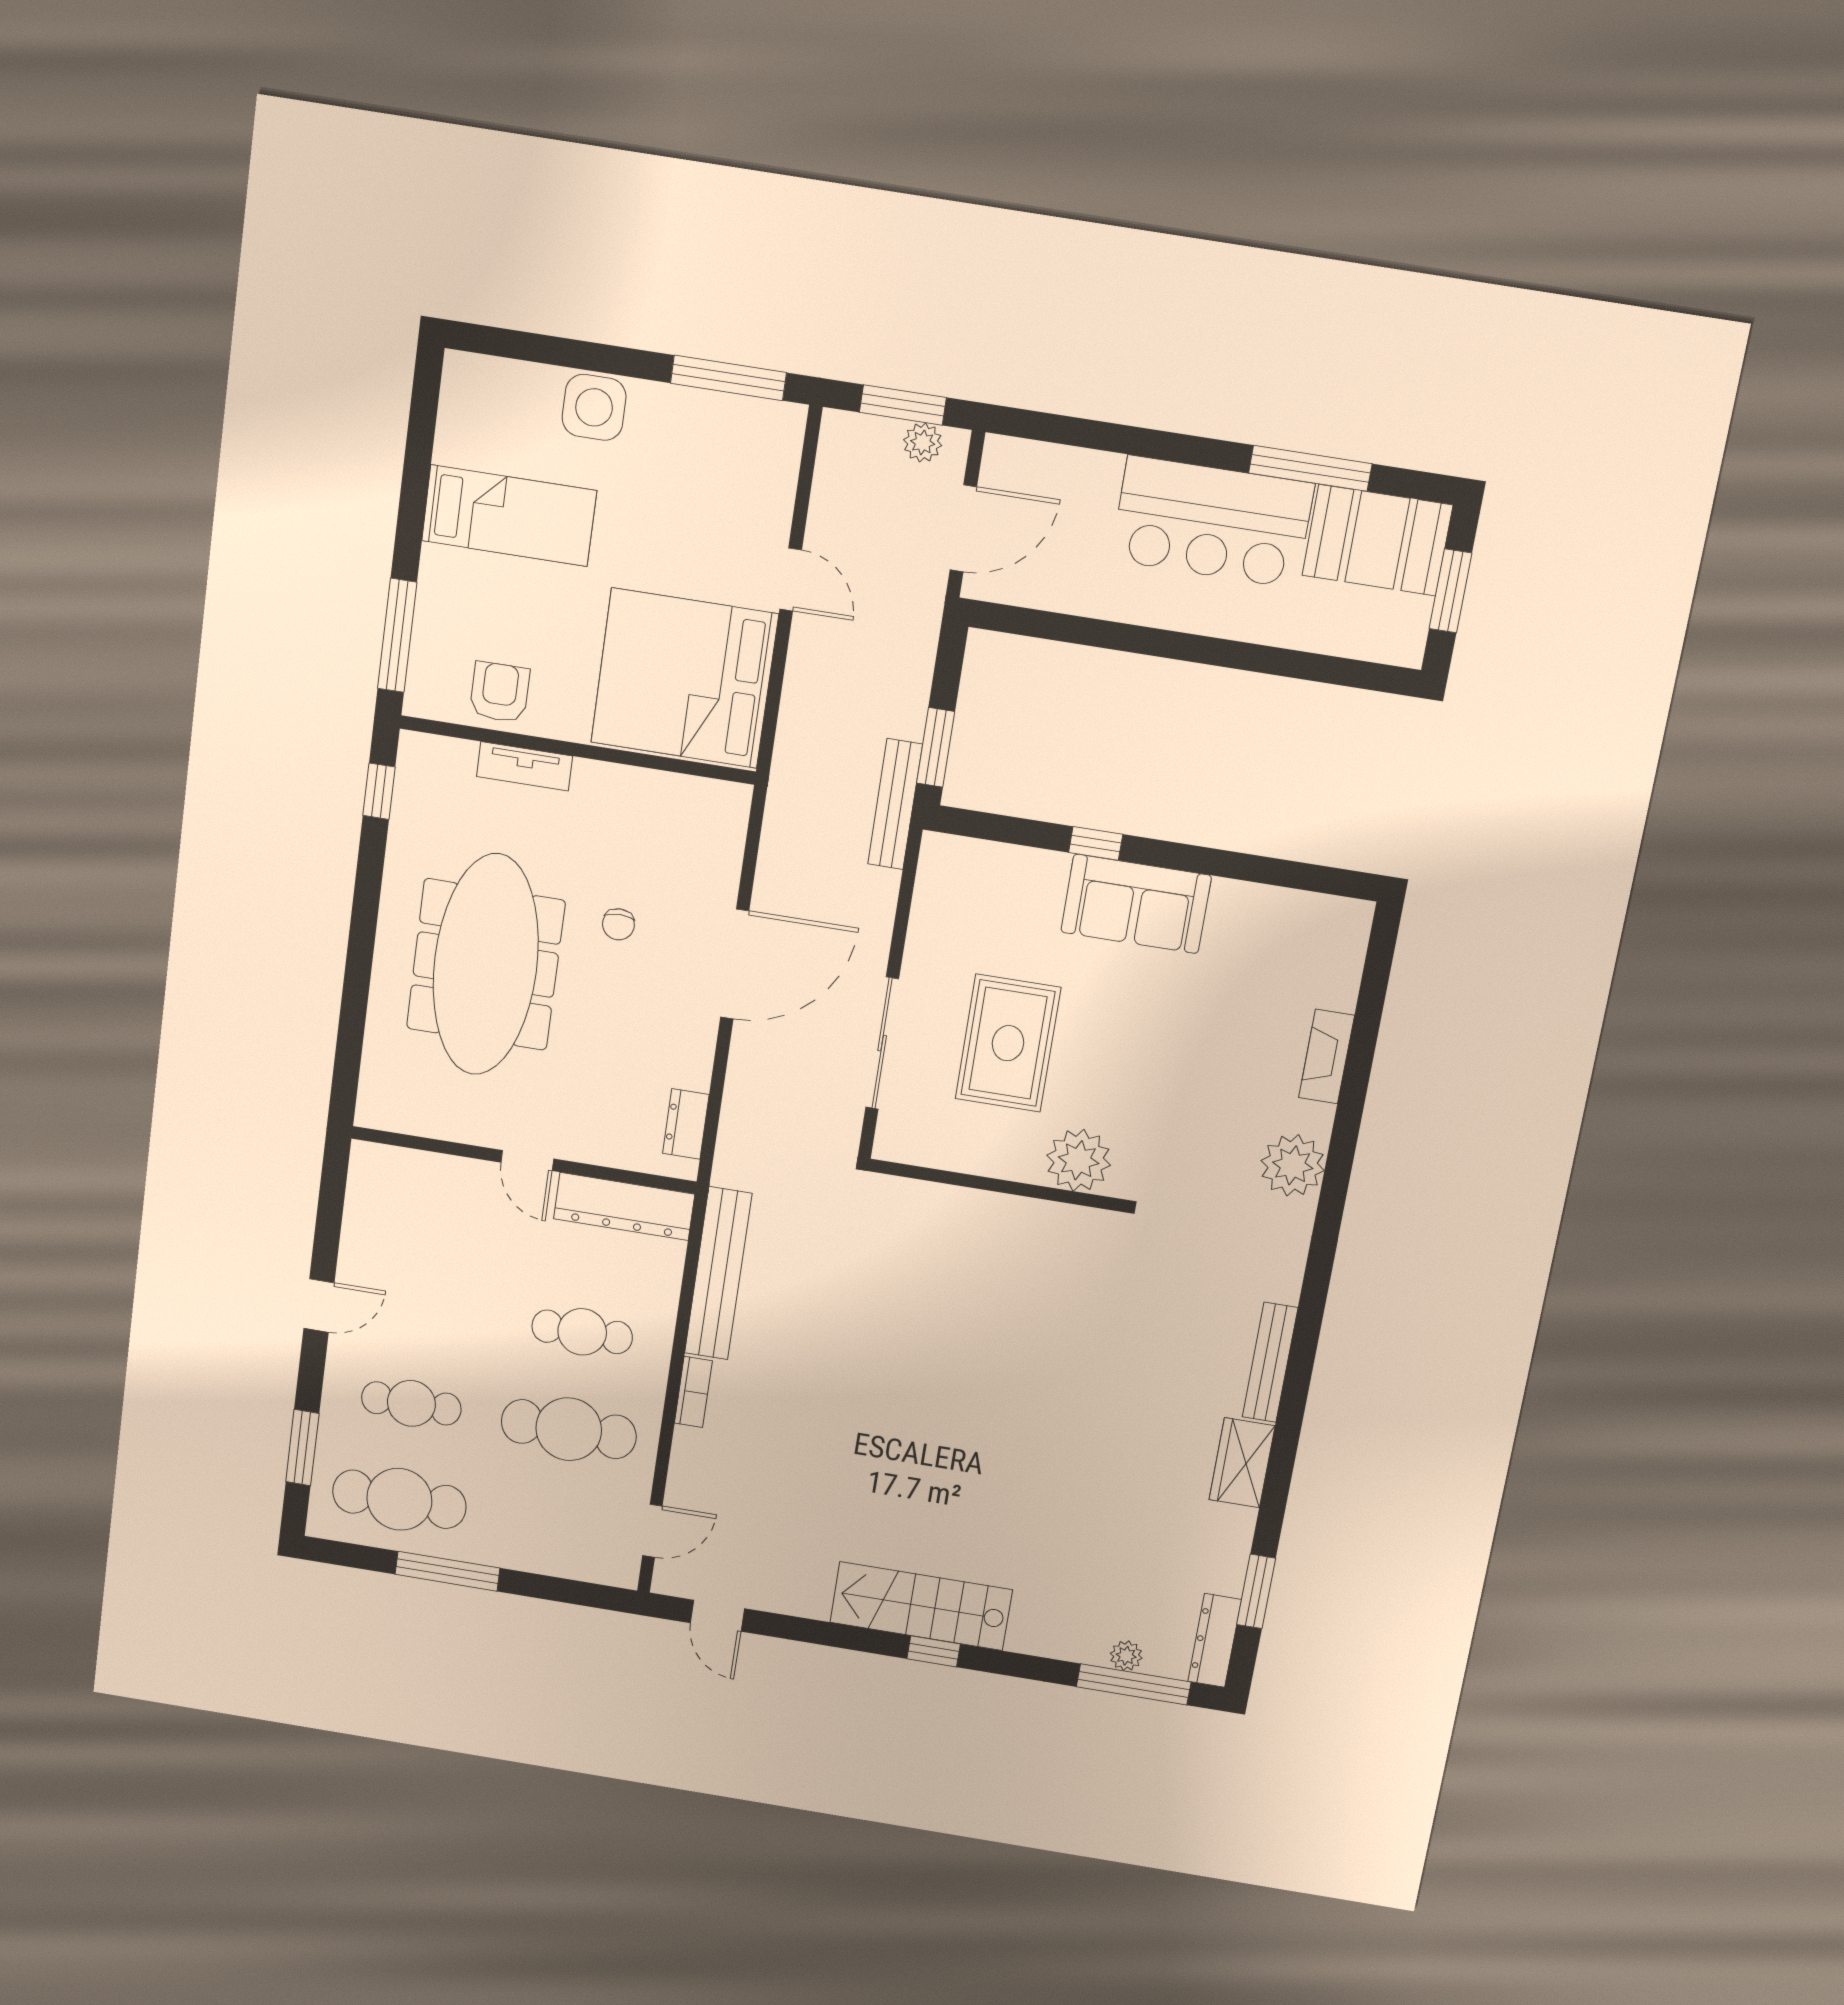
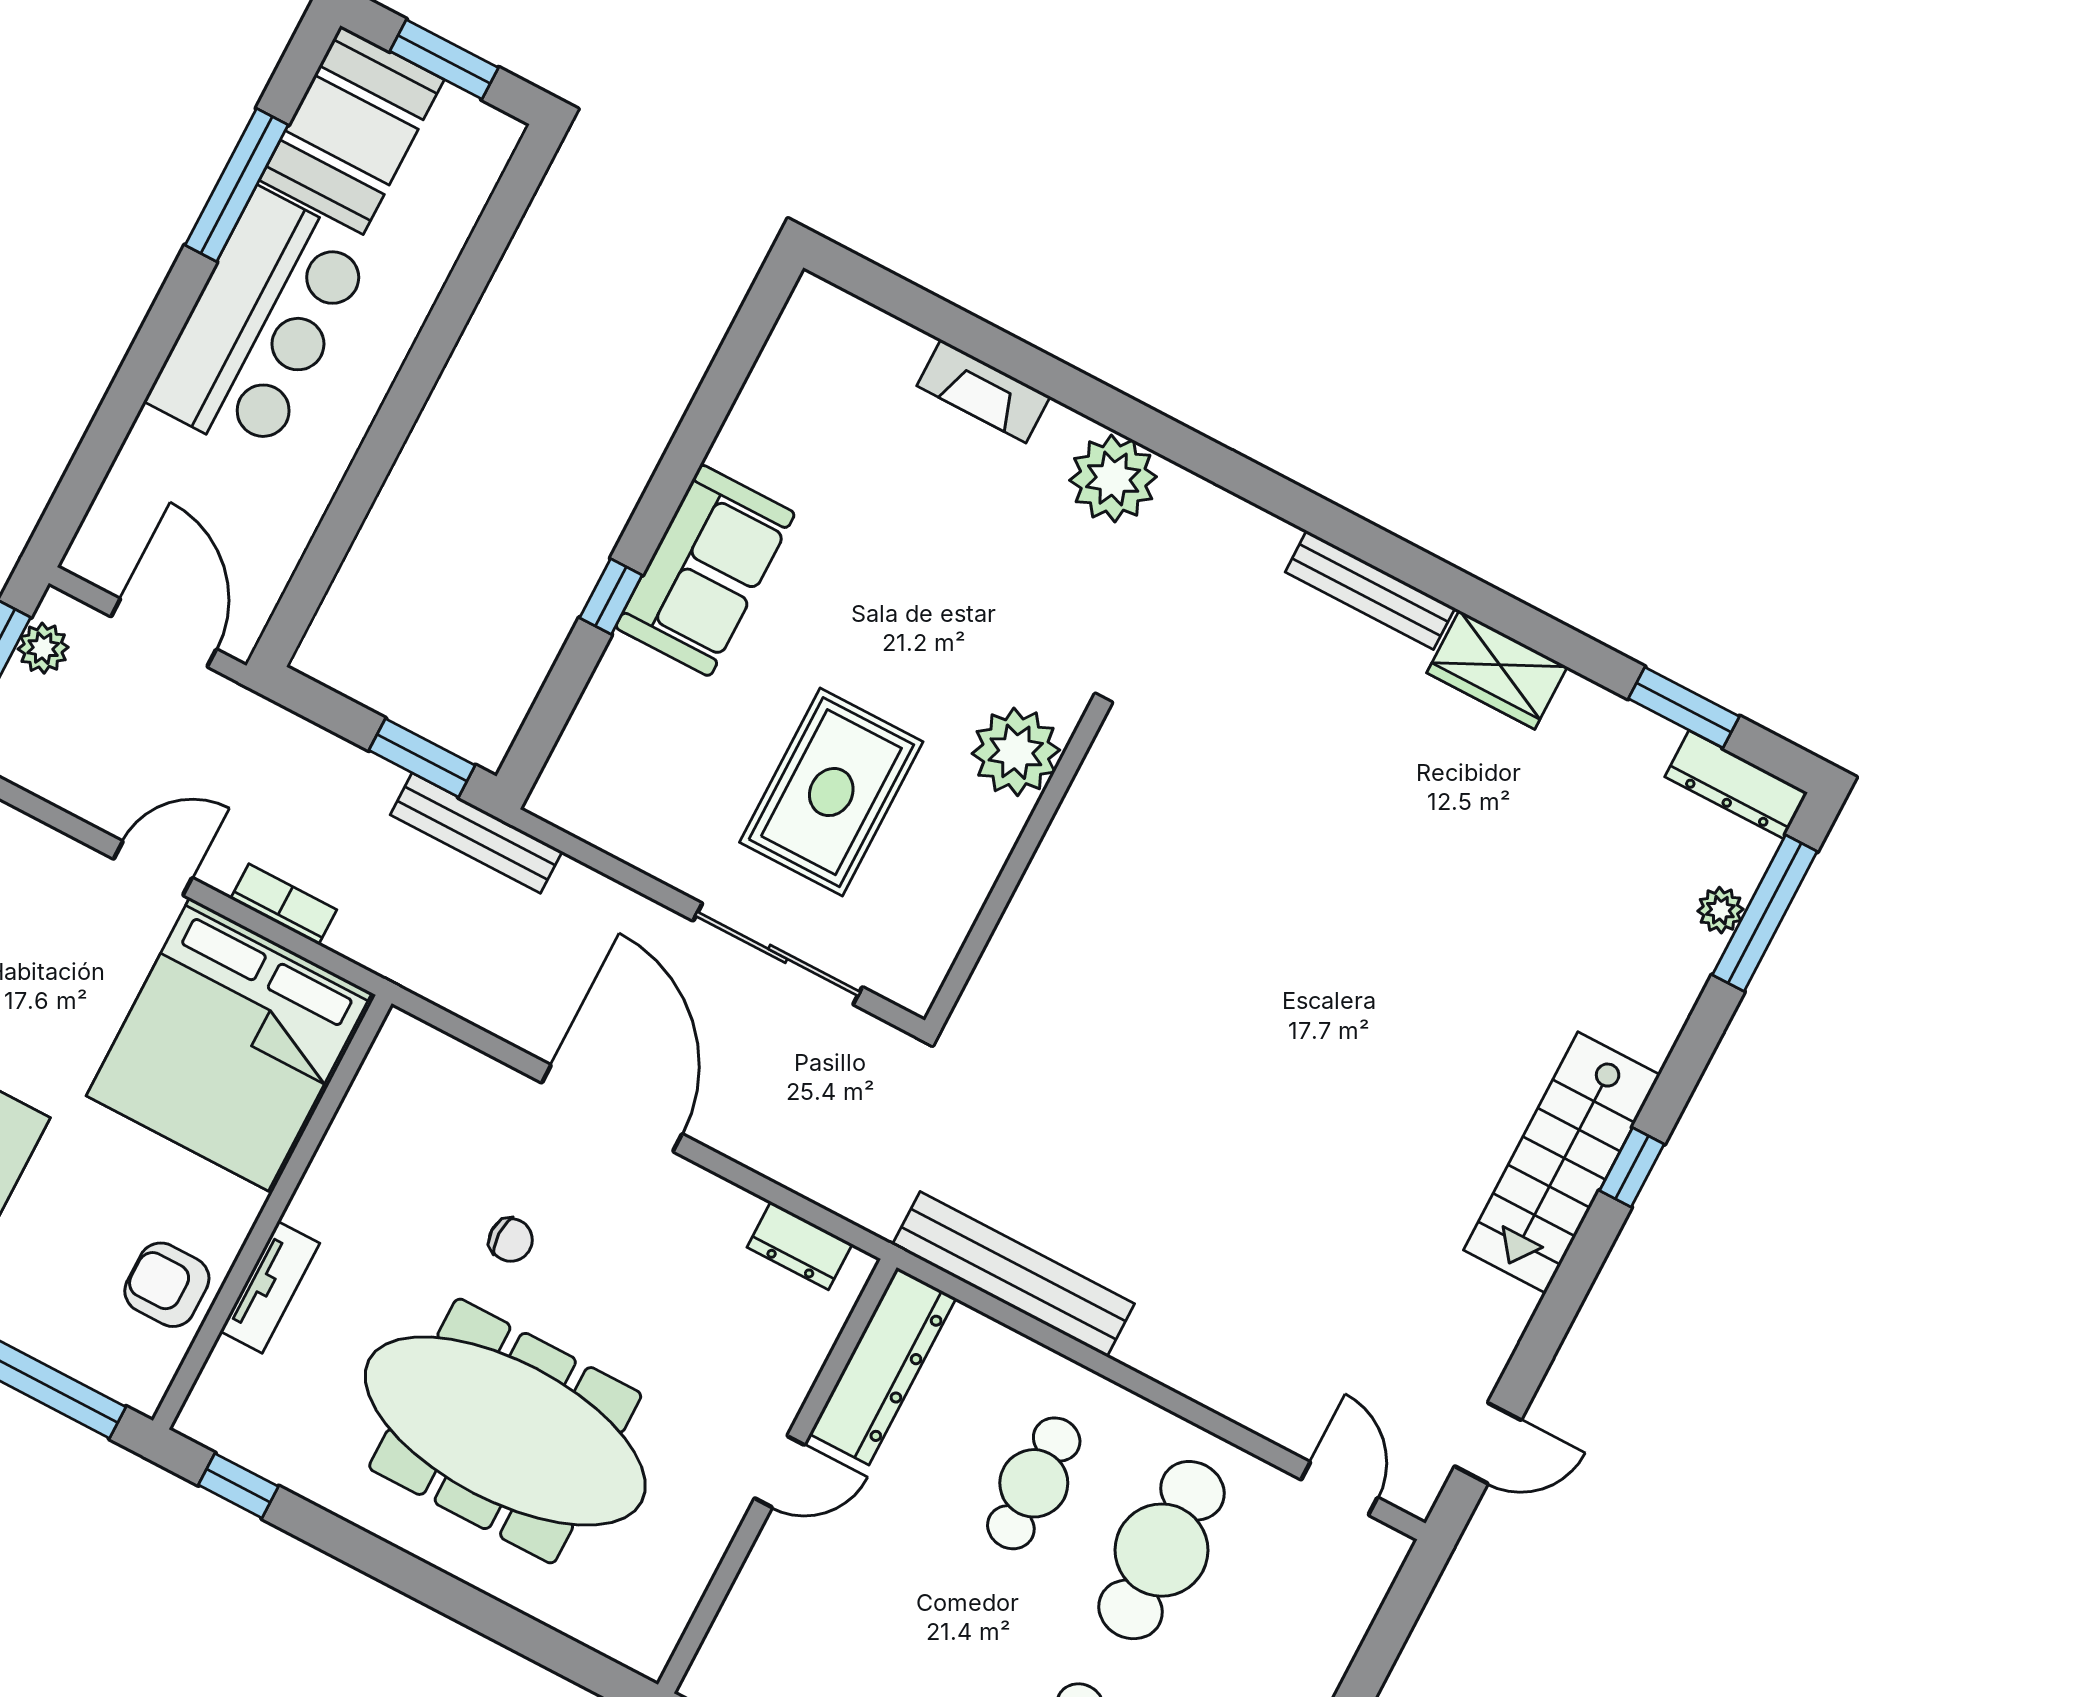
rug: (1008, 1043) -> (831, 792), turned 90
bookcase: (693, 1392) -> (284, 904), moved

